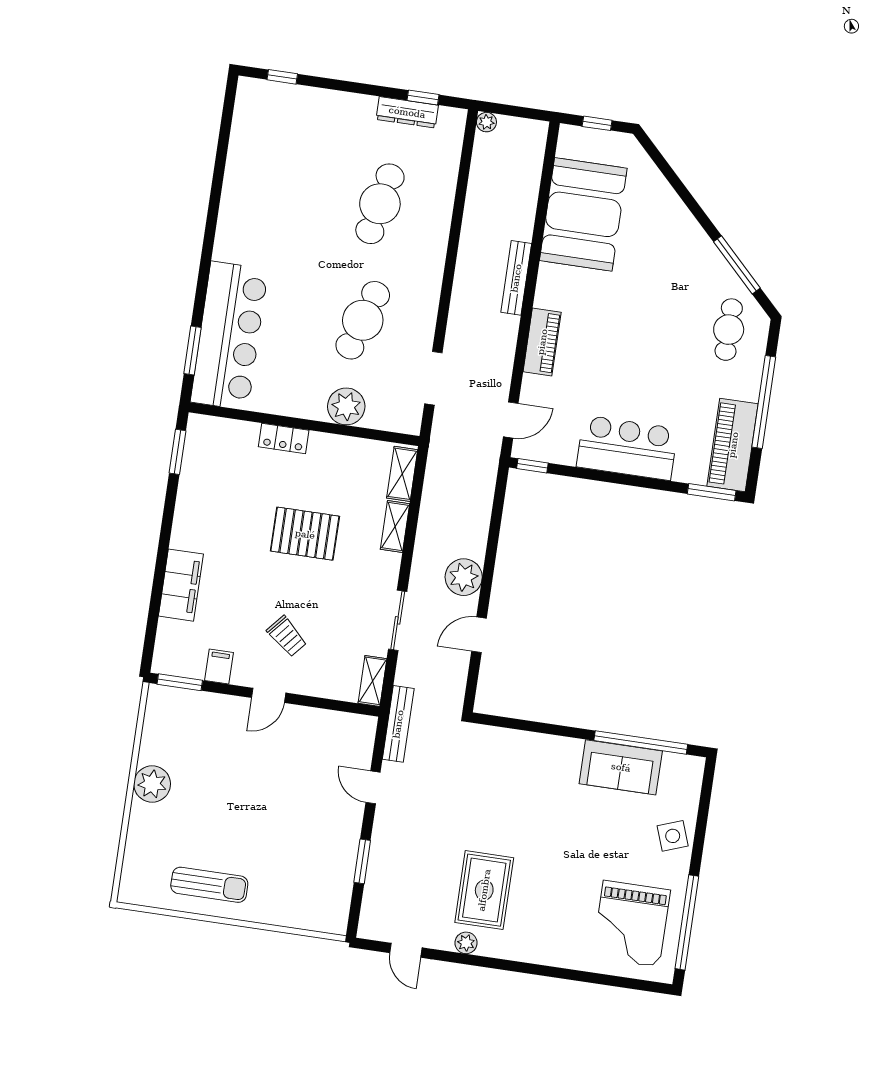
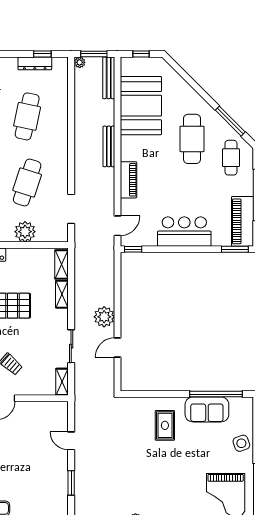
window: (514, 111) -> (94, 54), added
cafe table: (665, 286) -> (192, 139), added
bench: (398, 724) -> (109, 78), moved
rug: (484, 890) -> (165, 425), moved, width x0.73, depth x0.70

